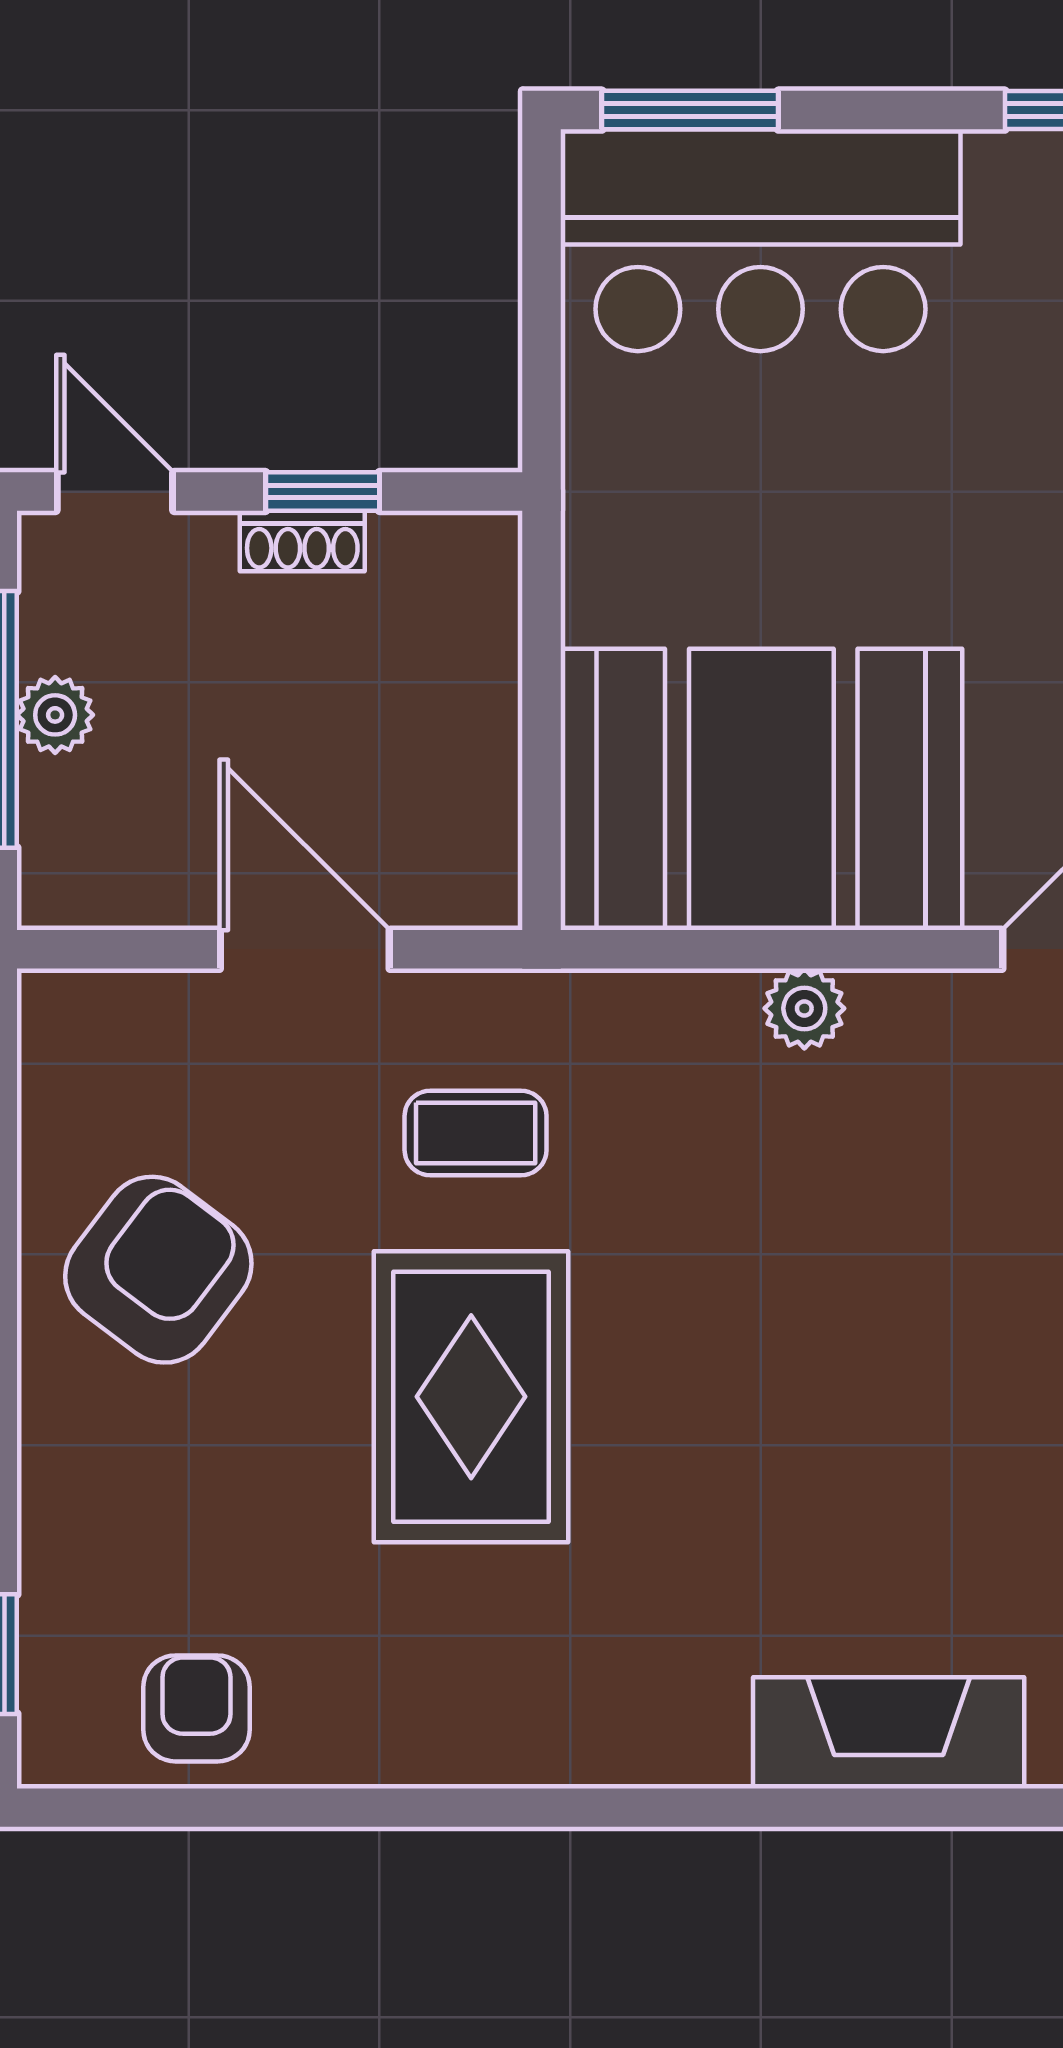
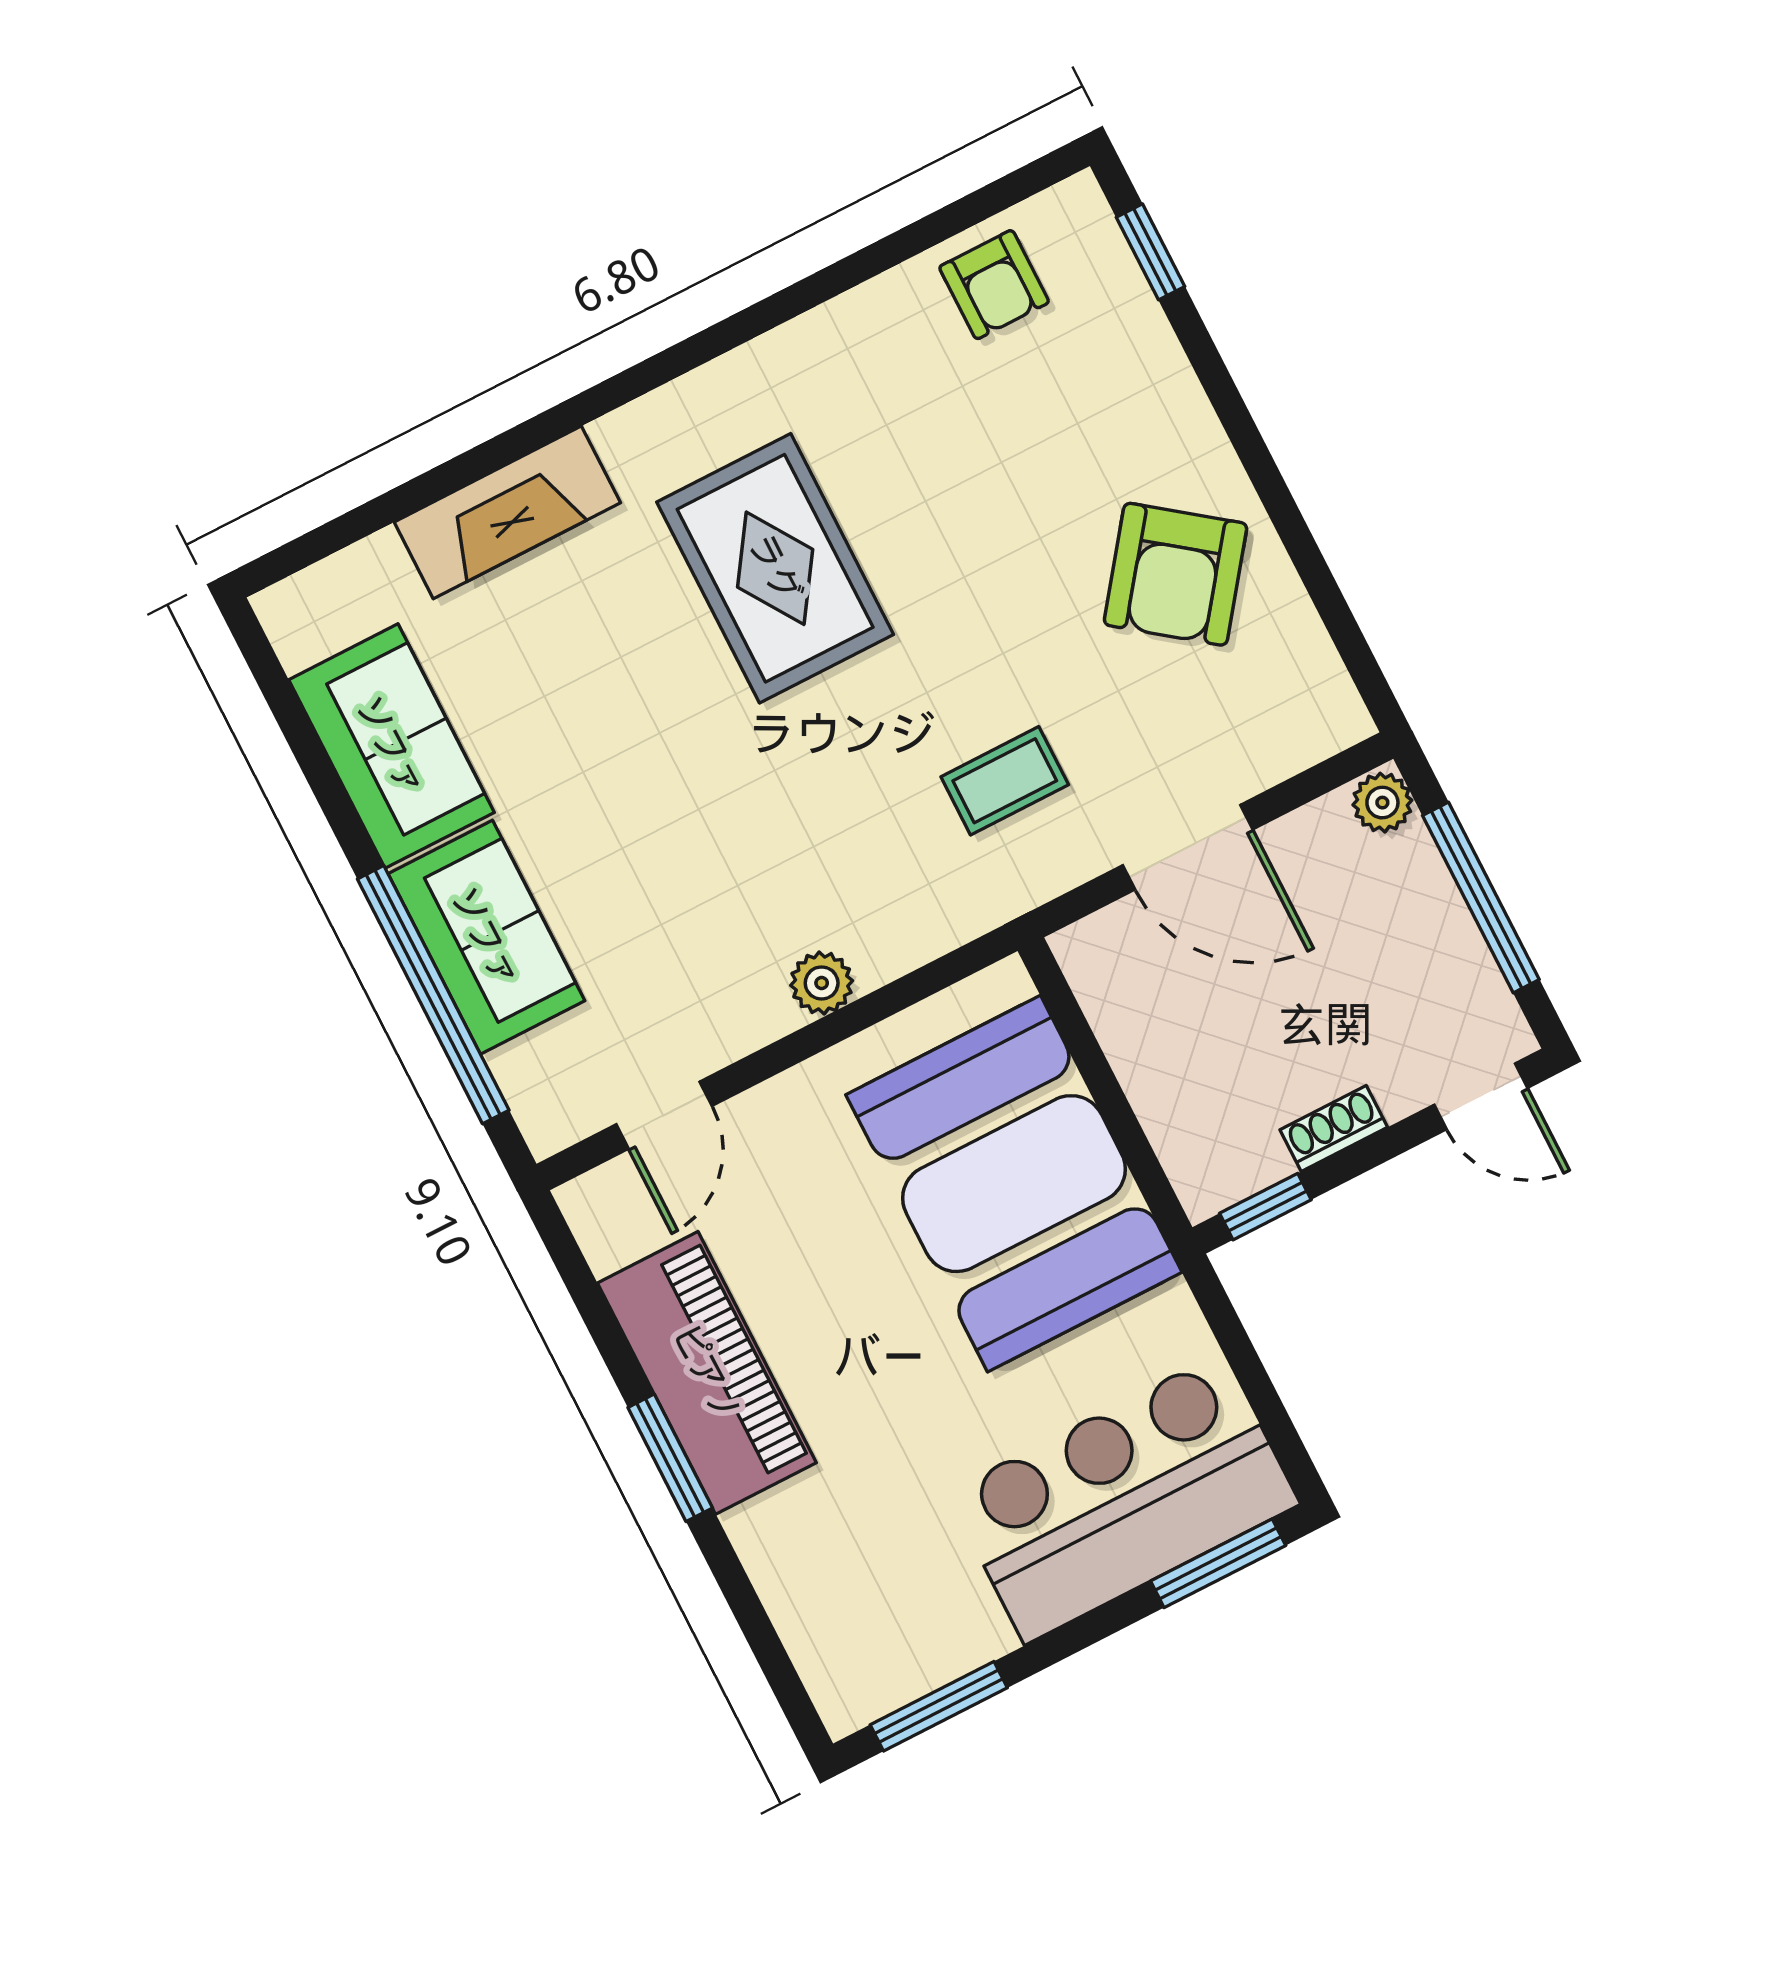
window: (323, 492) -> (1265, 1207), moved
plant: (55, 715) -> (1382, 803), moved
booth: (761, 789) -> (1014, 1184), moved, turned 90
rug: (471, 1397) -> (775, 568), moved

